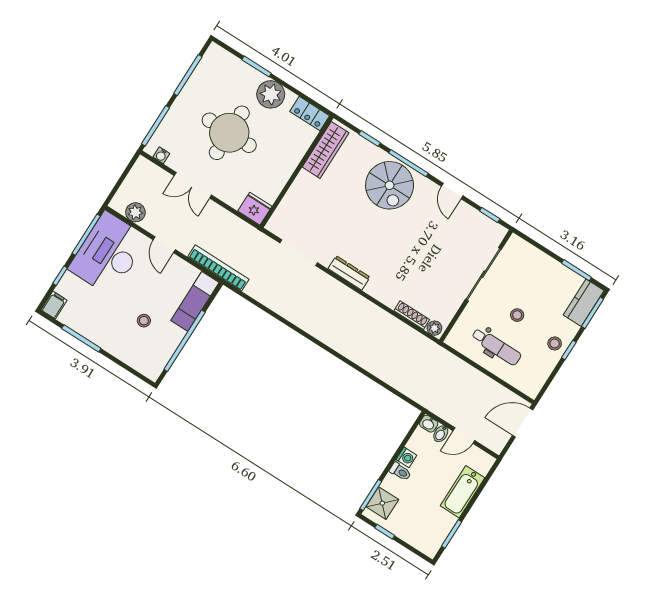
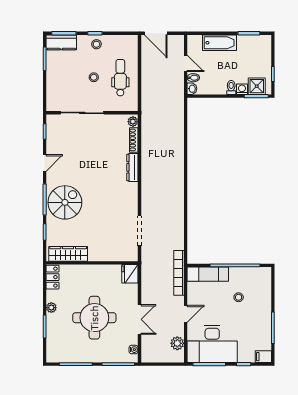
plant: (271, 94) -> (51, 308), width x0.53, depth x0.53
dresser: (349, 273) -> (132, 167), moved
washing machine: (406, 457) -> (242, 89), moved

